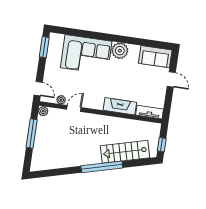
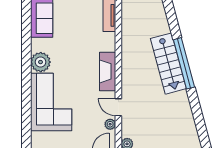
fireplace: (120, 106) -> (108, 71), moved
stairs: (125, 152) -> (168, 64), moved

